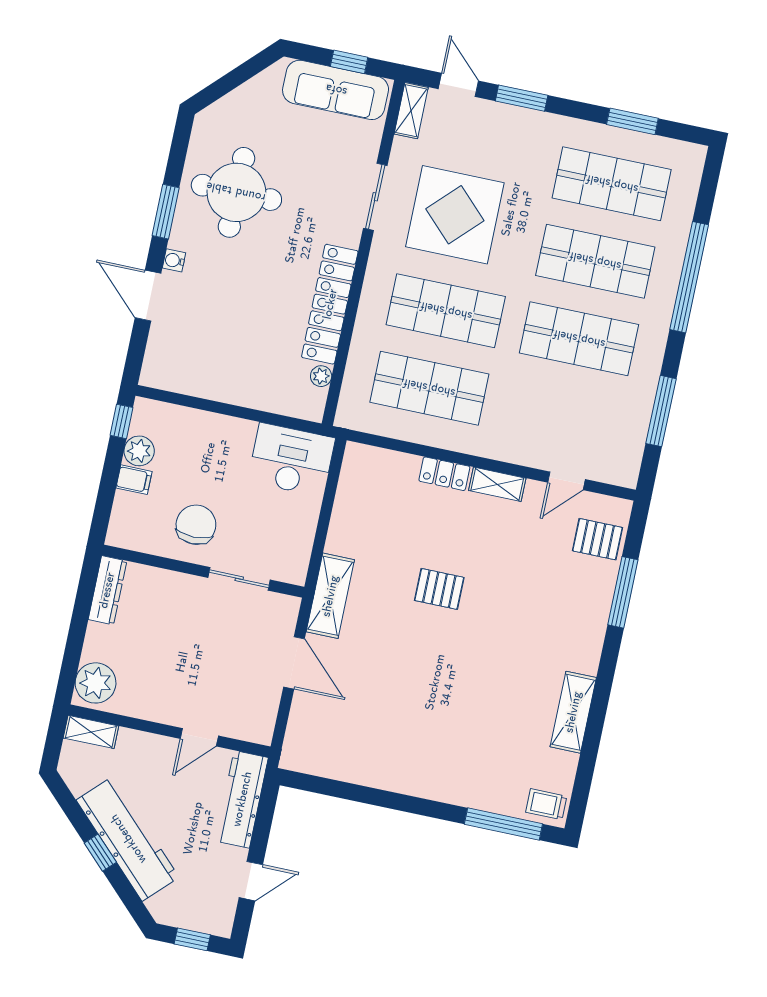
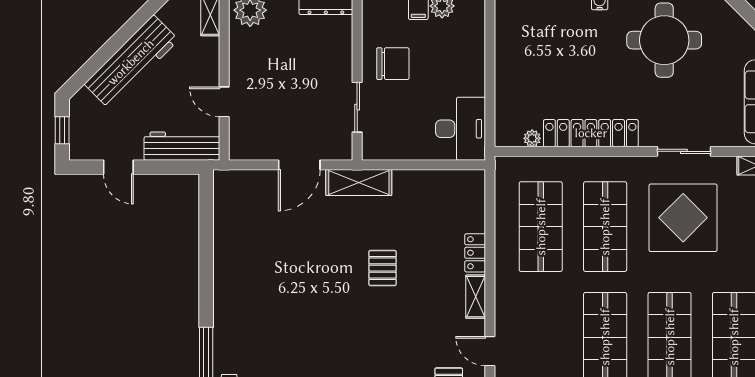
window: (100, 853) -> (116, 43), removed

